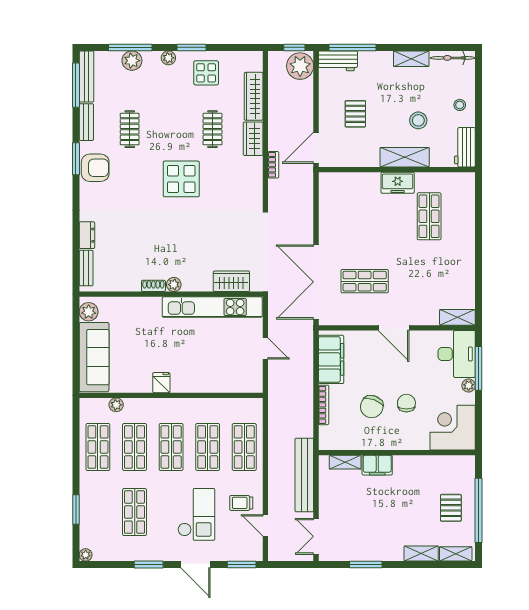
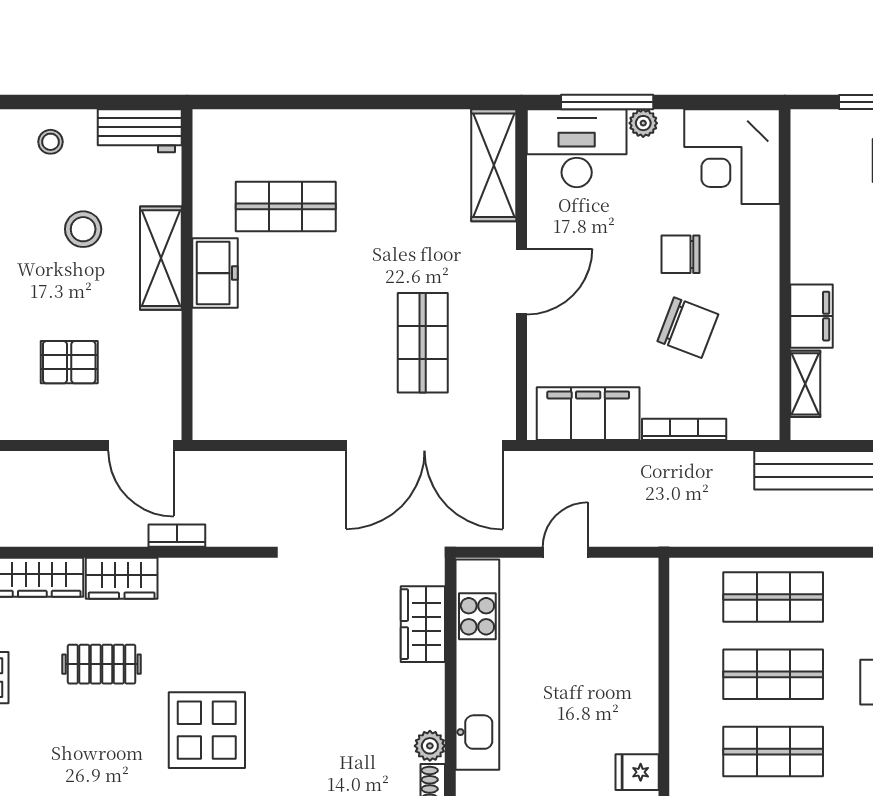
shelving: (457, 317) -> (494, 165), width x1.50, depth x1.33

